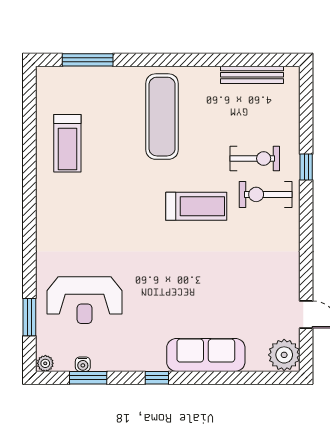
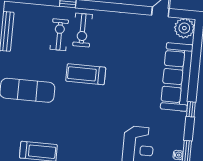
treadmill: (196, 206) -> (86, 74), turned -90
sofa: (206, 355) -> (177, 77), width x1.36, depth x1.27

